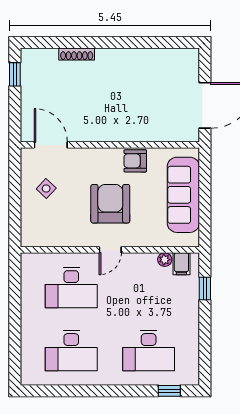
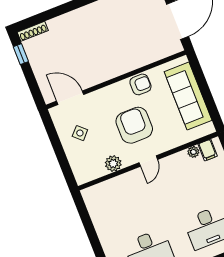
shoe rack: (77, 54) -> (33, 31), moved
armchair: (135, 161) -> (140, 84), turned 180
plant: (70, 237) -> (113, 164), added
desk: (71, 288) -> (130, 202), removed

